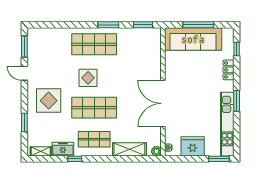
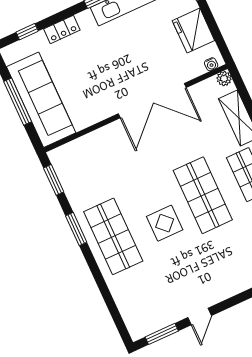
display table: (49, 101) -> (222, 264), removed

